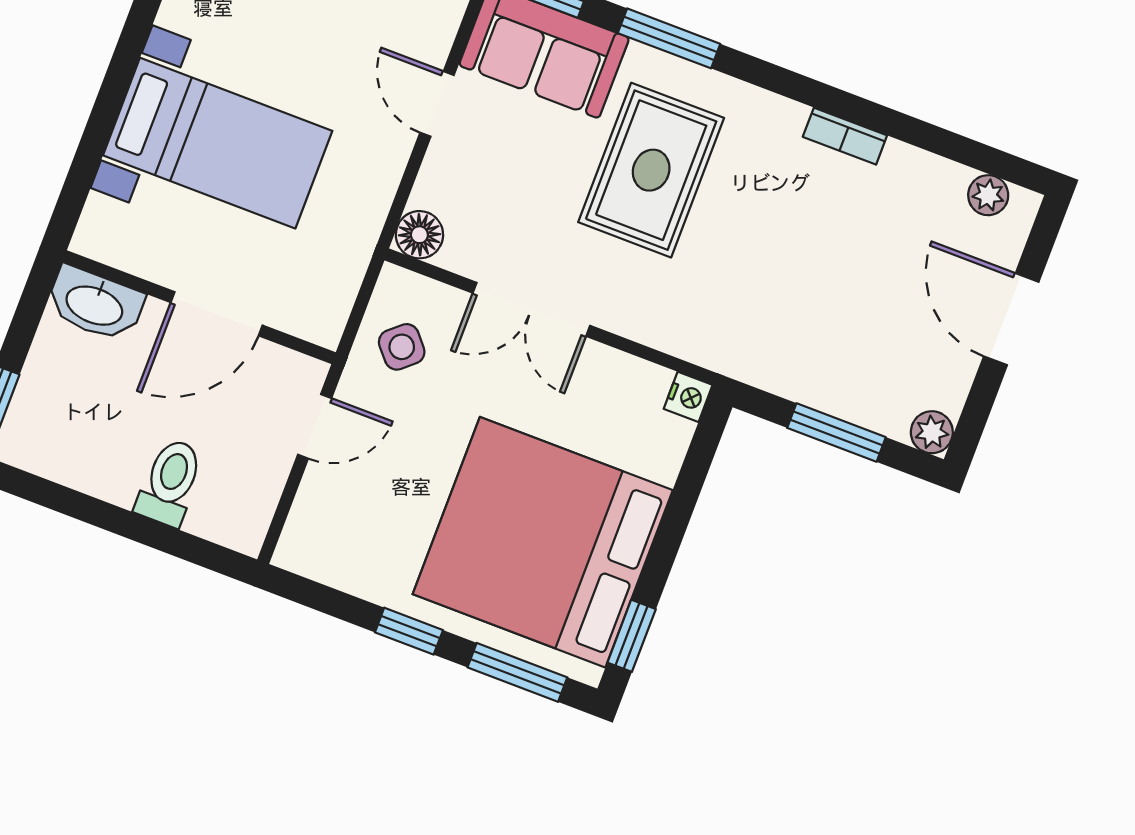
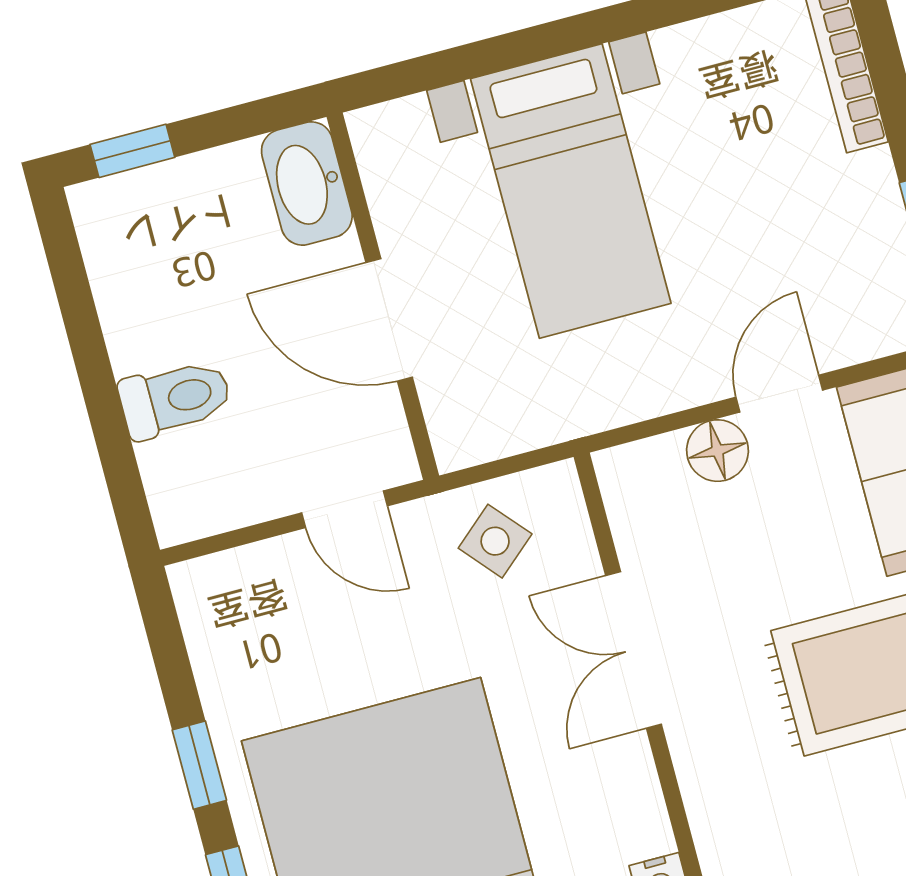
floor lamp: (419, 235) -> (717, 451), moved

